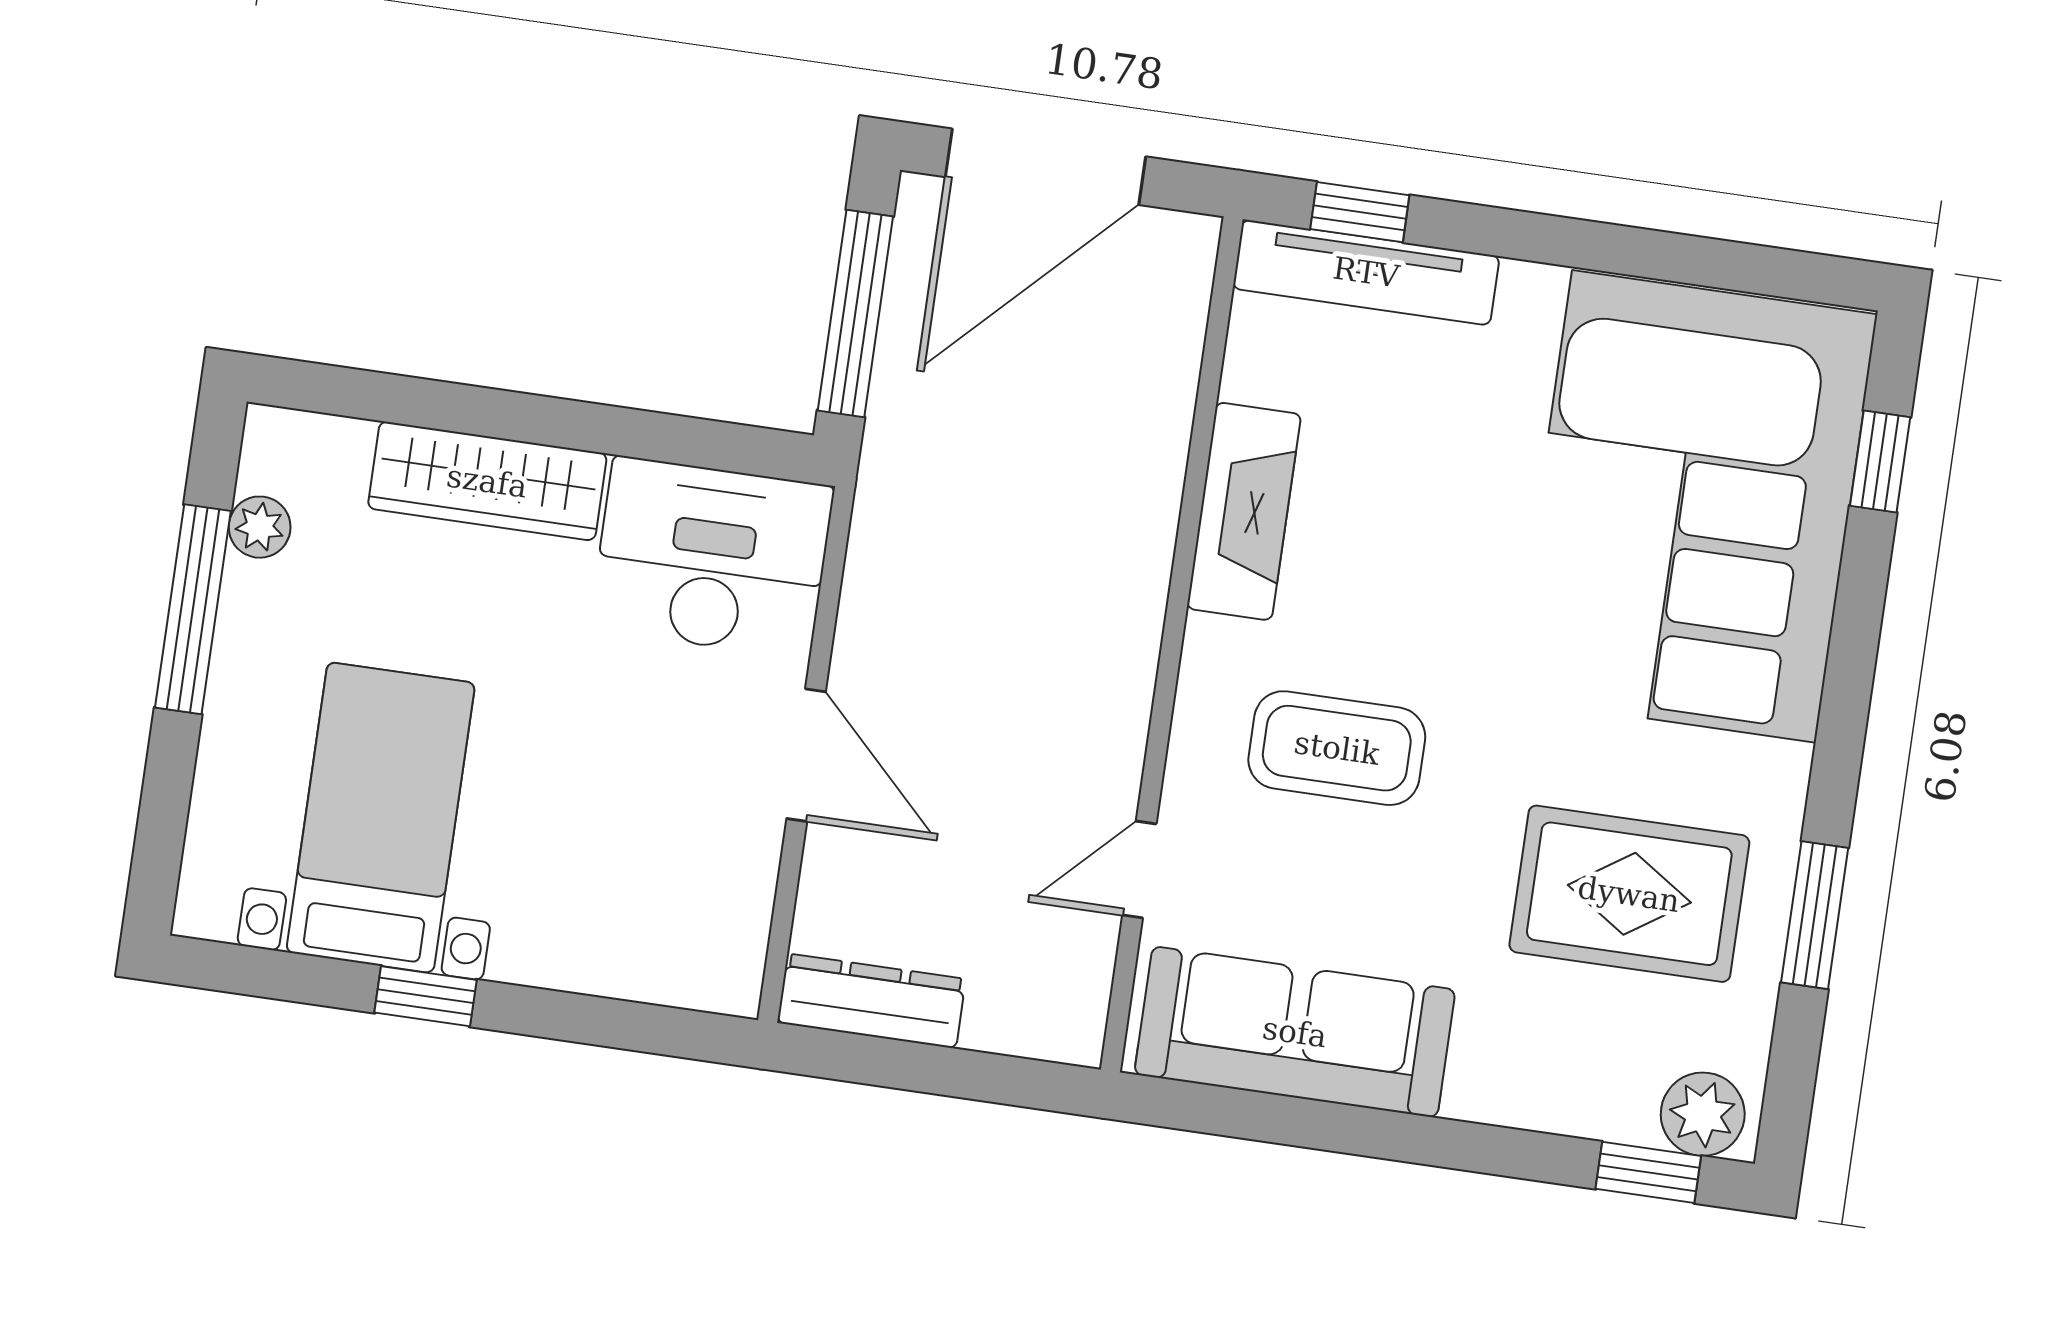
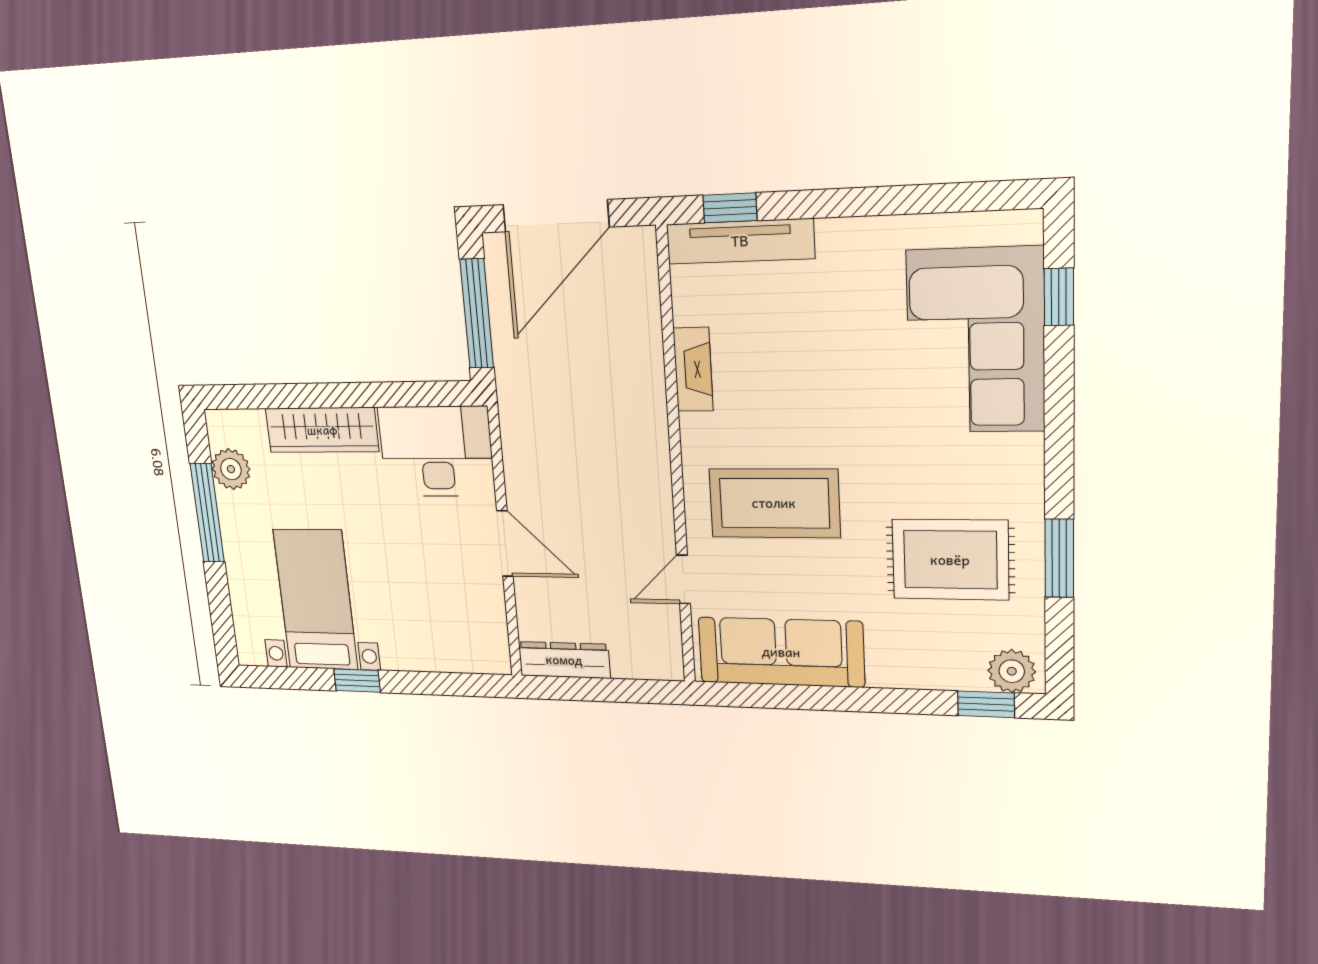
corner sofa: (1694, 506) -> (976, 341), width x0.73, depth x0.74
fireplace: (1244, 511) -> (693, 369), width x0.73, depth x0.76
plant: (260, 527) -> (231, 469), width x1.38, depth x1.38
coffee table: (1337, 748) -> (774, 503), width x1.36, depth x1.32

